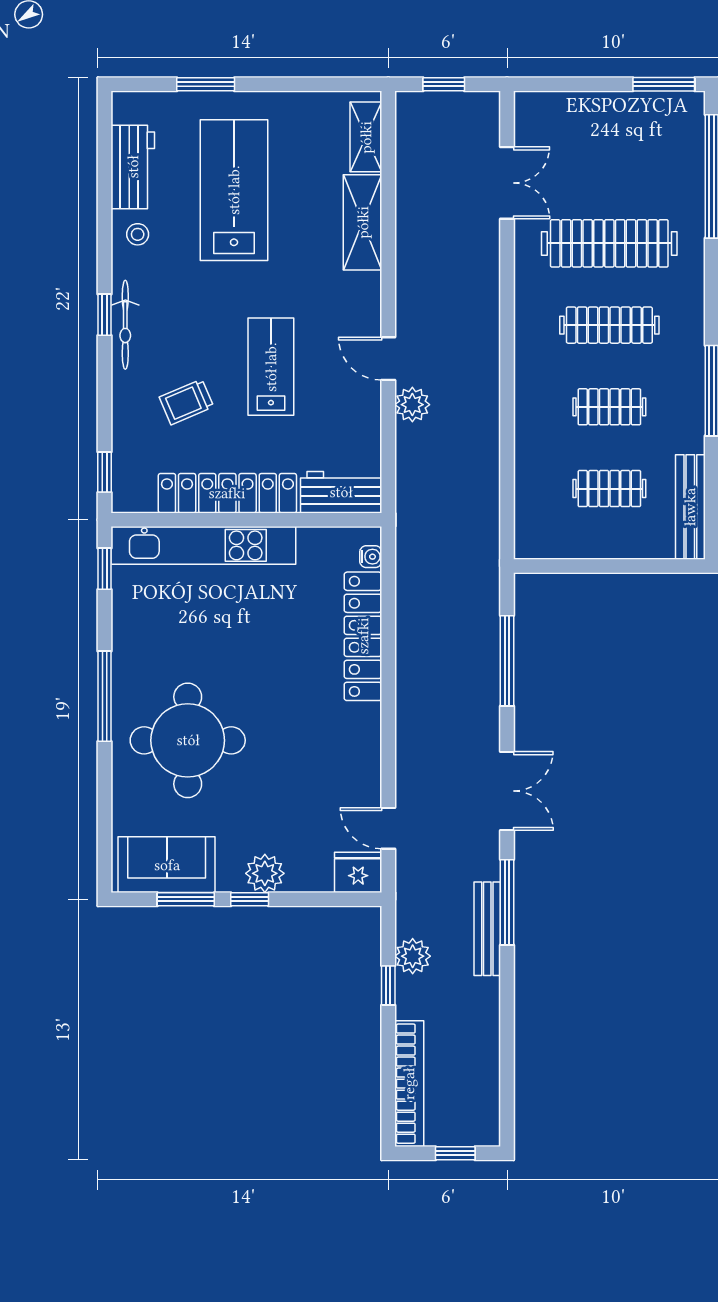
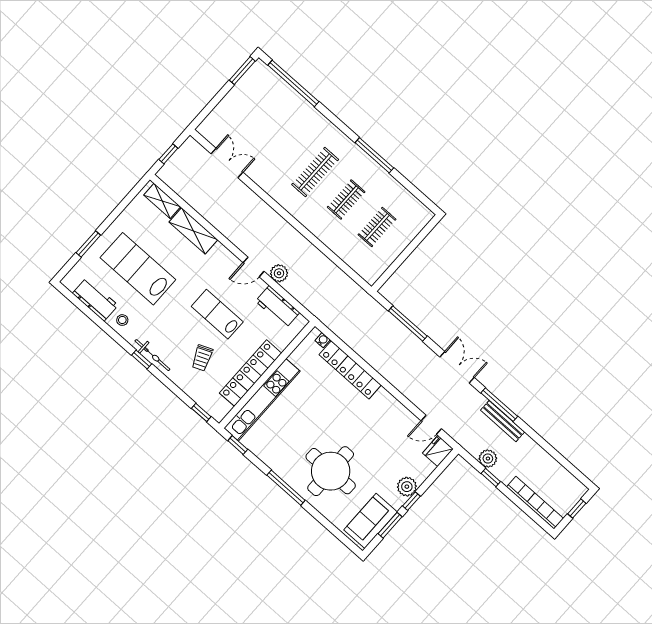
clothes rail: (609, 243) -> (284, 145), removed
workbench: (341, 492) -> (278, 307), moved, turned -90
bench: (690, 507) -> (411, 202), removed

